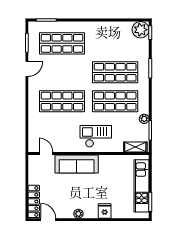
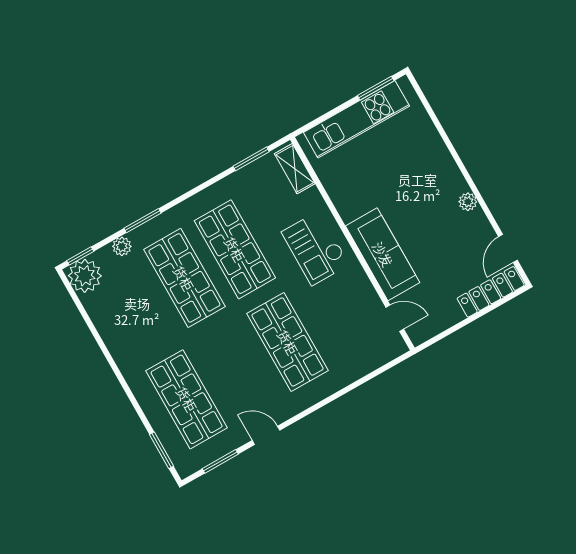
plant: (144, 119) -> (122, 246), moved
door: (46, 153) -> (395, 318), swing flipped
fridge: (105, 211) -> (437, 159), removed

